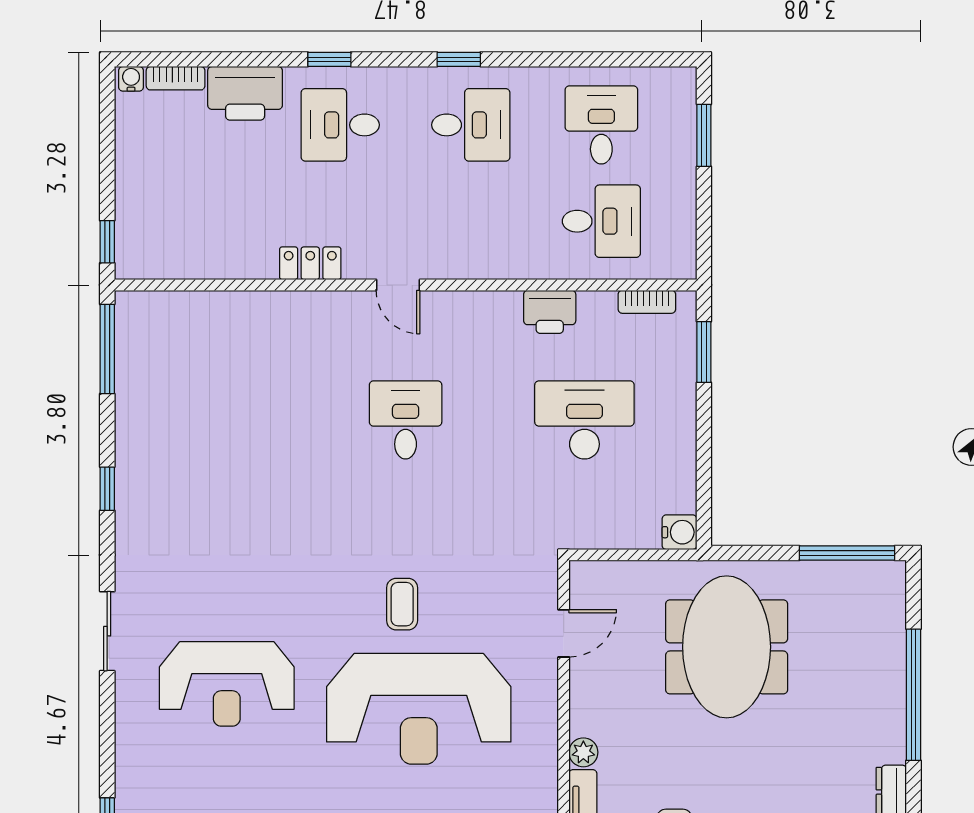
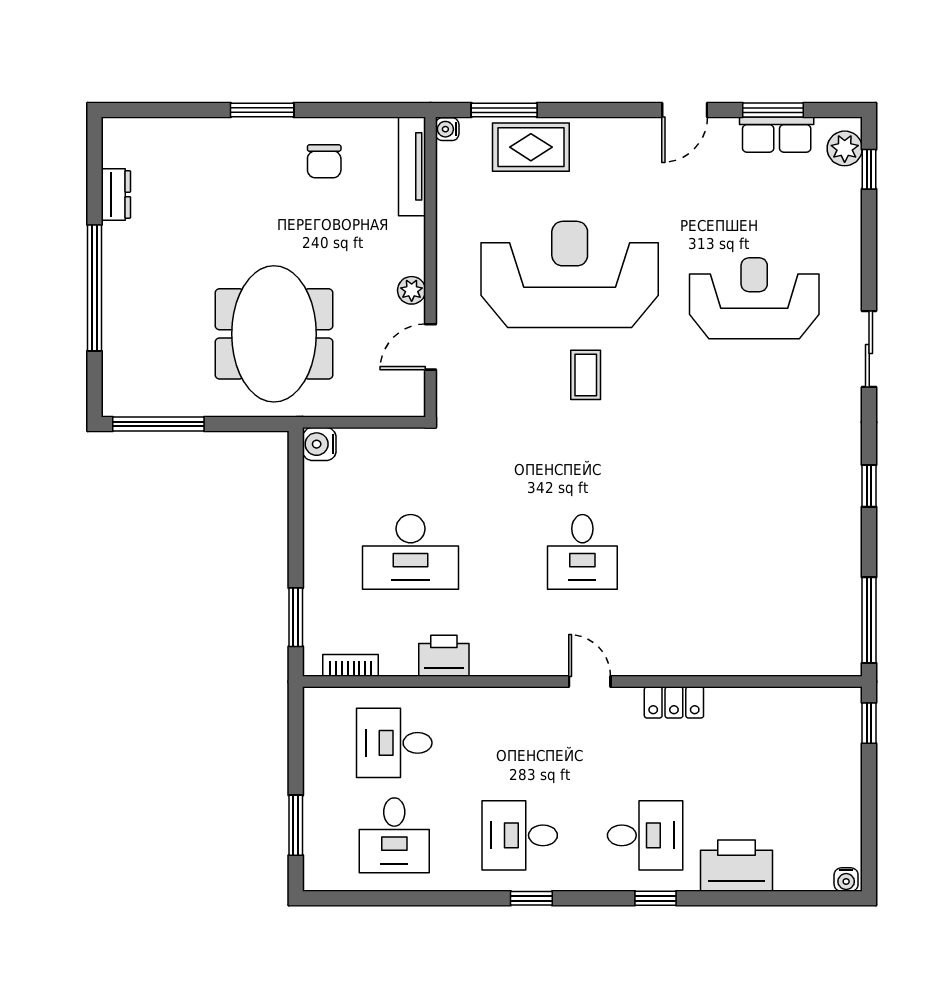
bookcase: (176, 78) -> (803, 880), removed
plant: (583, 752) -> (412, 290), moved

